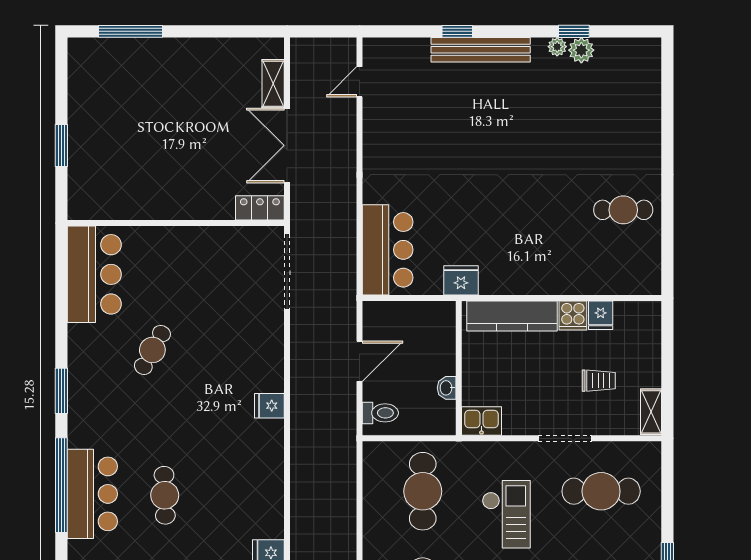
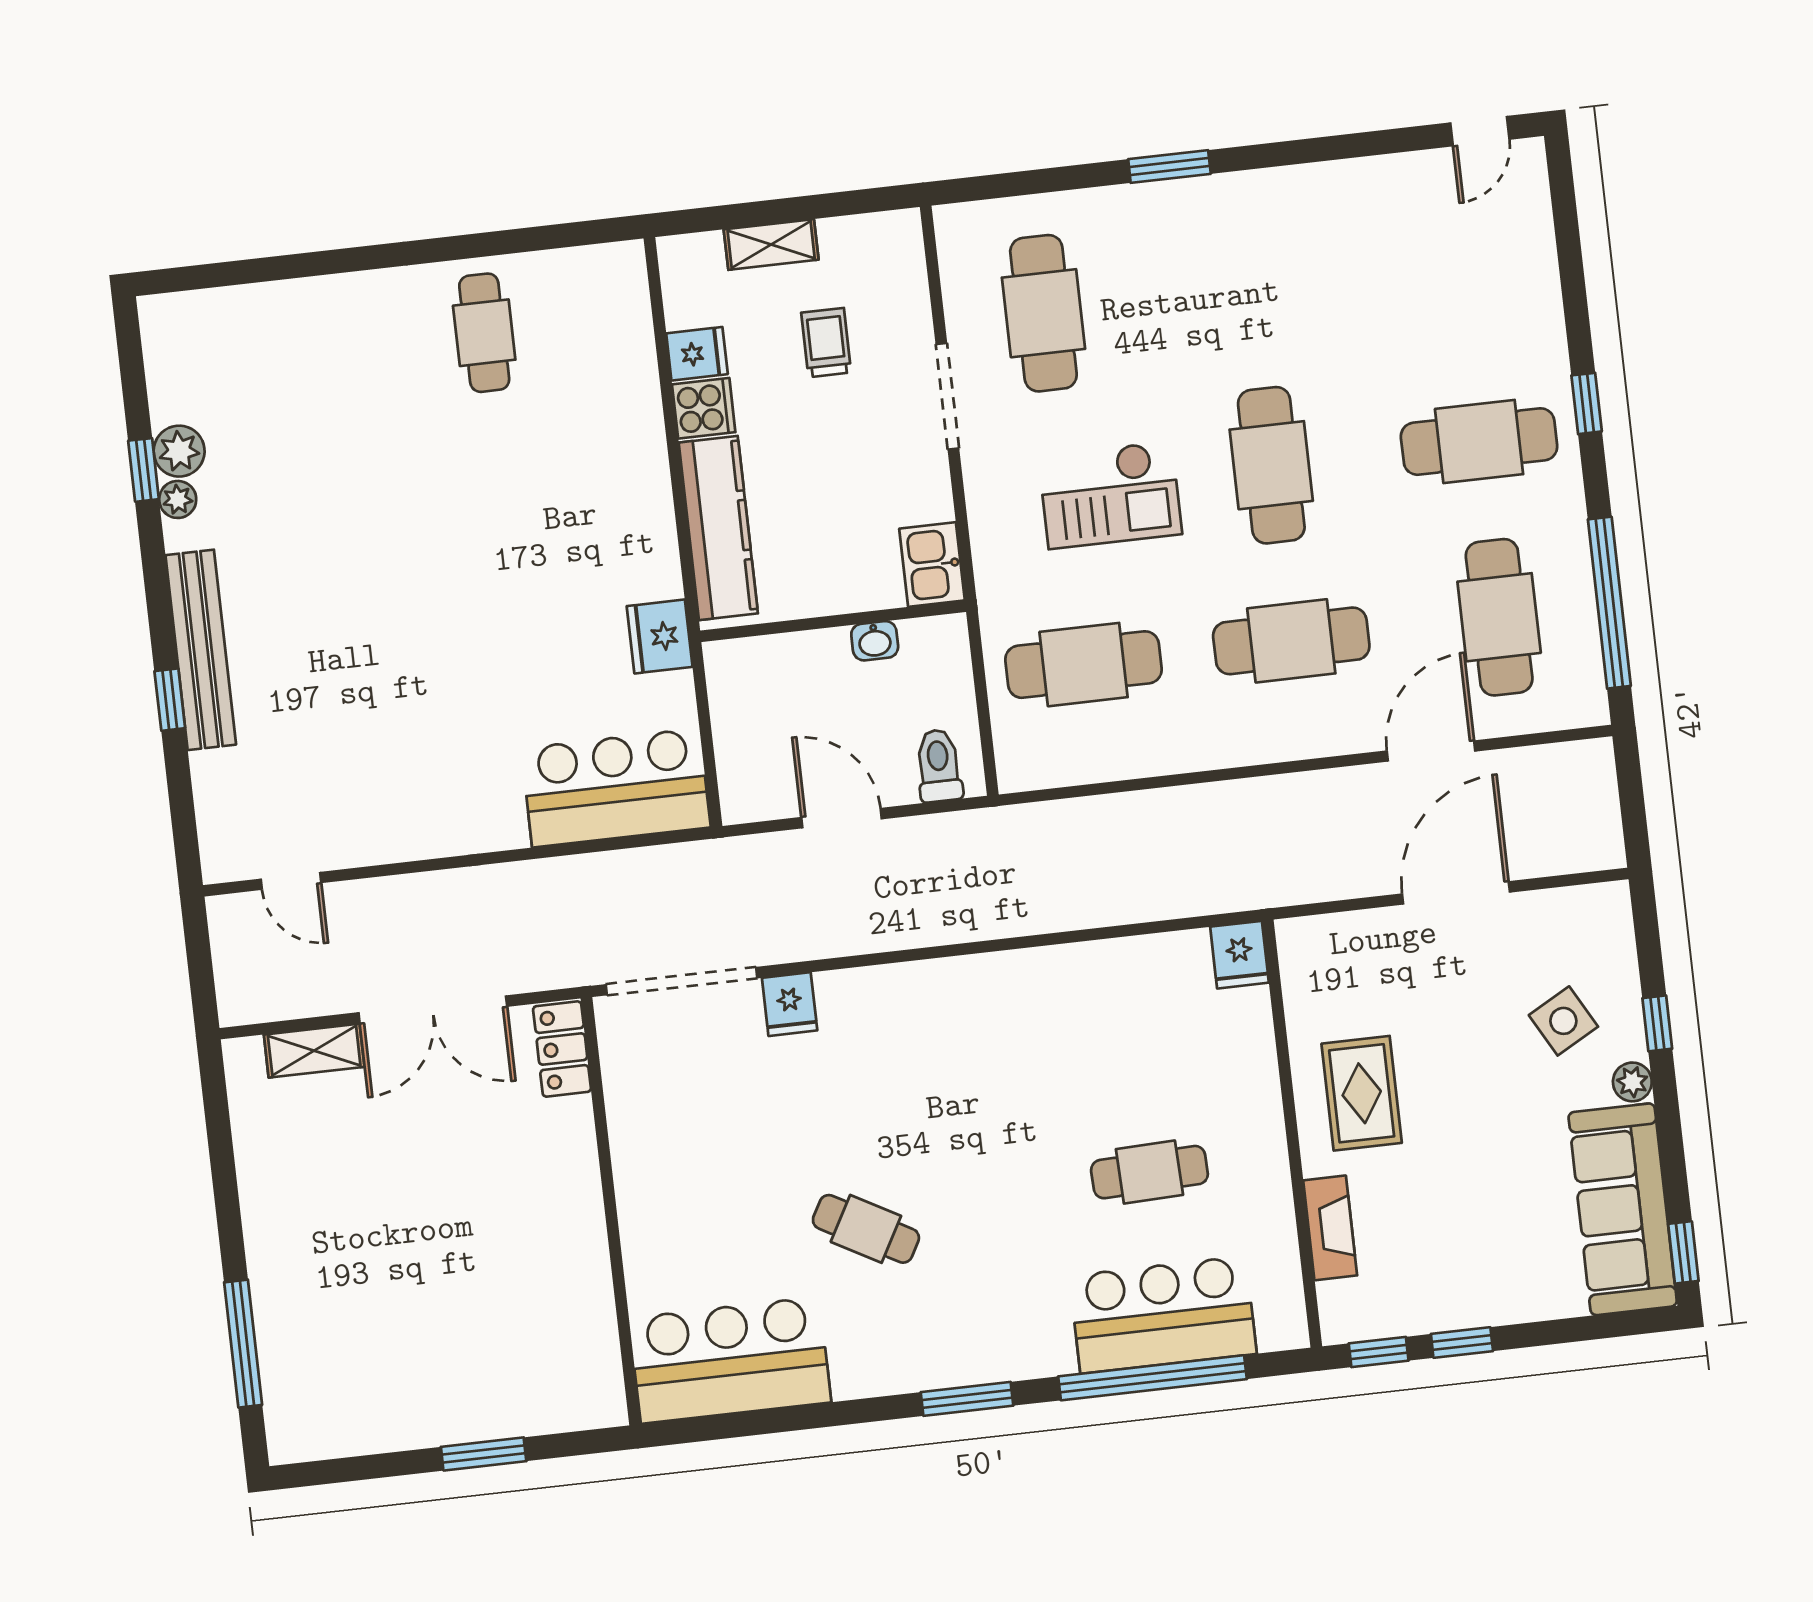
fridge: (269, 406) -> (790, 1004), moved
shelving: (651, 412) -> (771, 245), moved
checkout: (506, 514) -> (1110, 495), turned 180

